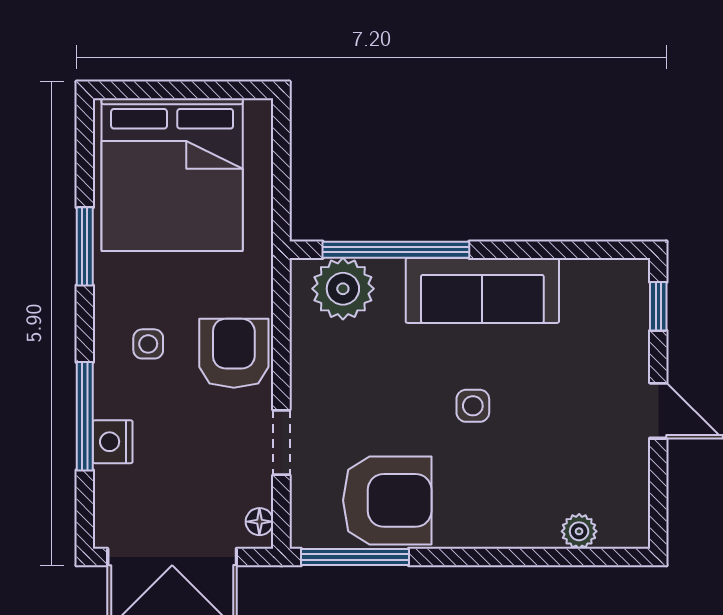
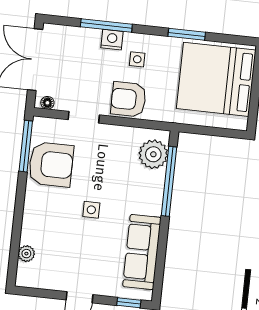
sofa: (482, 290) -> (142, 252), moved
armchair: (234, 353) -> (128, 99), turned 180
nightstand: (113, 442) -> (112, 40), moved
armchair: (387, 500) -> (51, 164), turned -90

